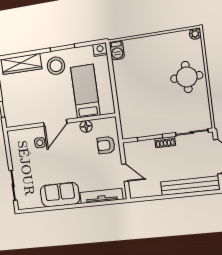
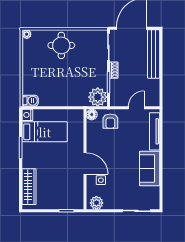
stool: (56, 66) -> (35, 156), removed
bed: (85, 91) -> (45, 132), moved, turned 180
floor lamp: (86, 126) -> (92, 115), moved
plant: (131, 127) -> (98, 97), added
plant: (15, 141) -> (96, 203), added

